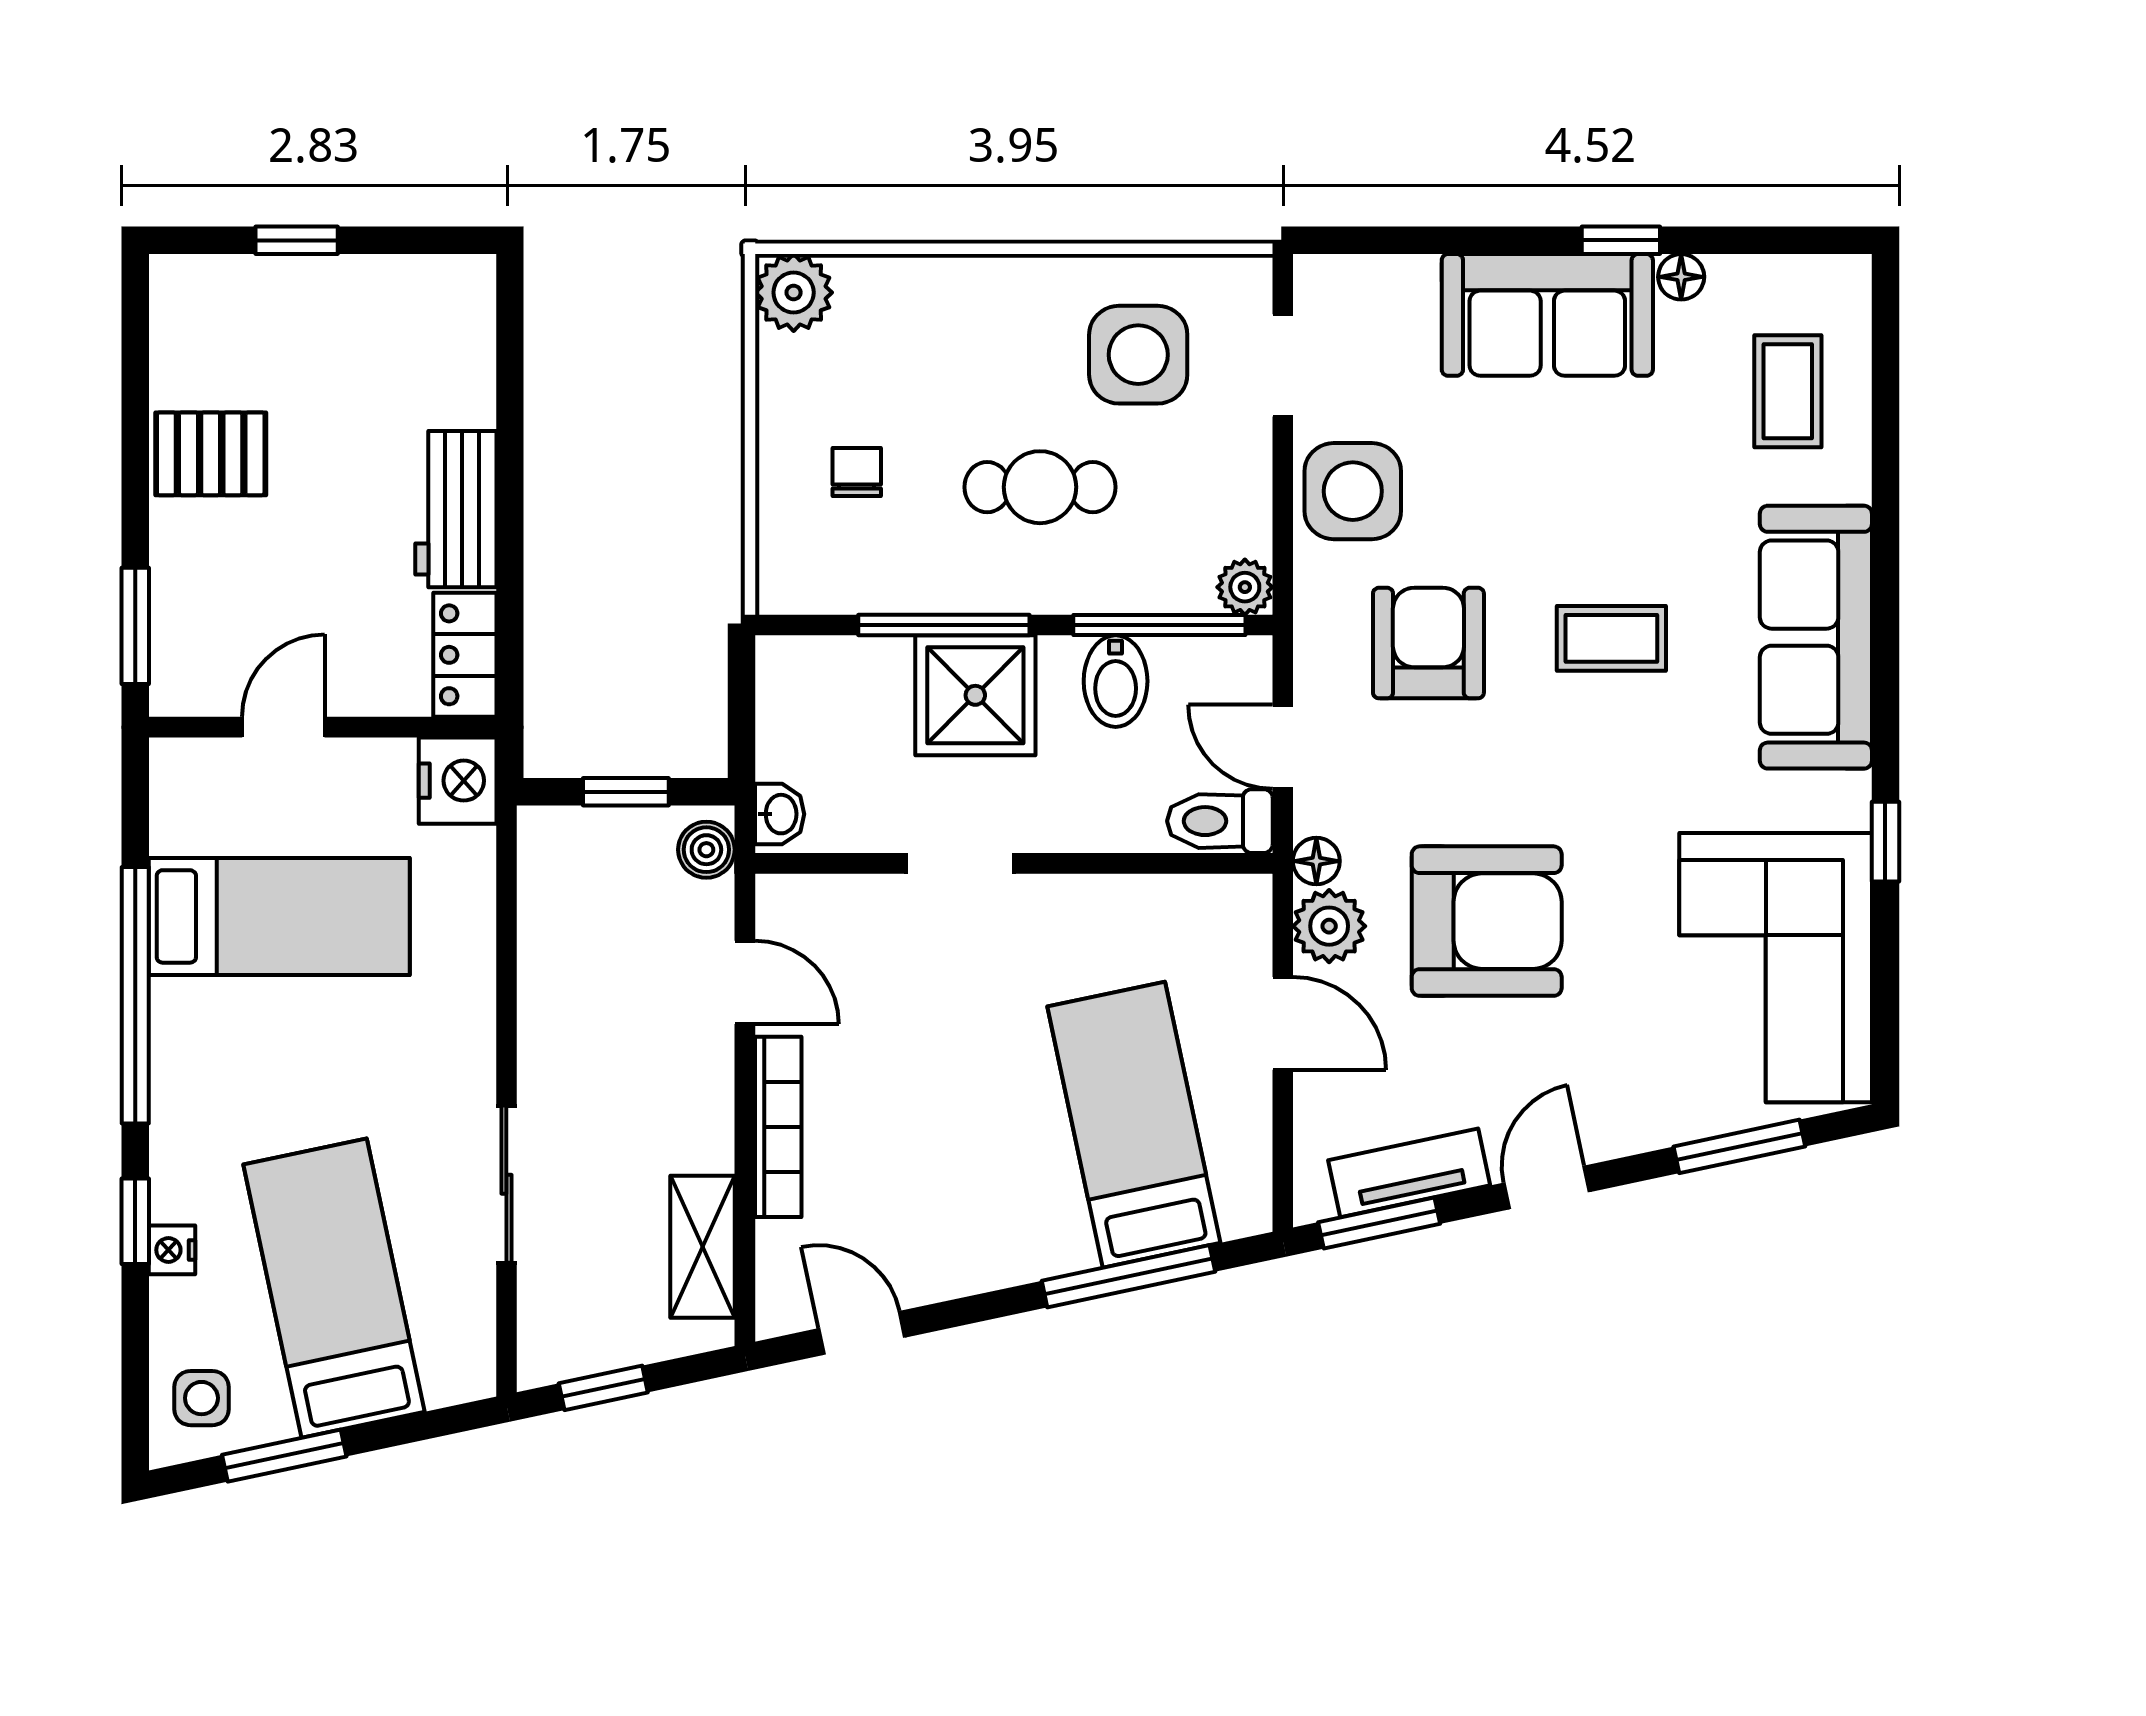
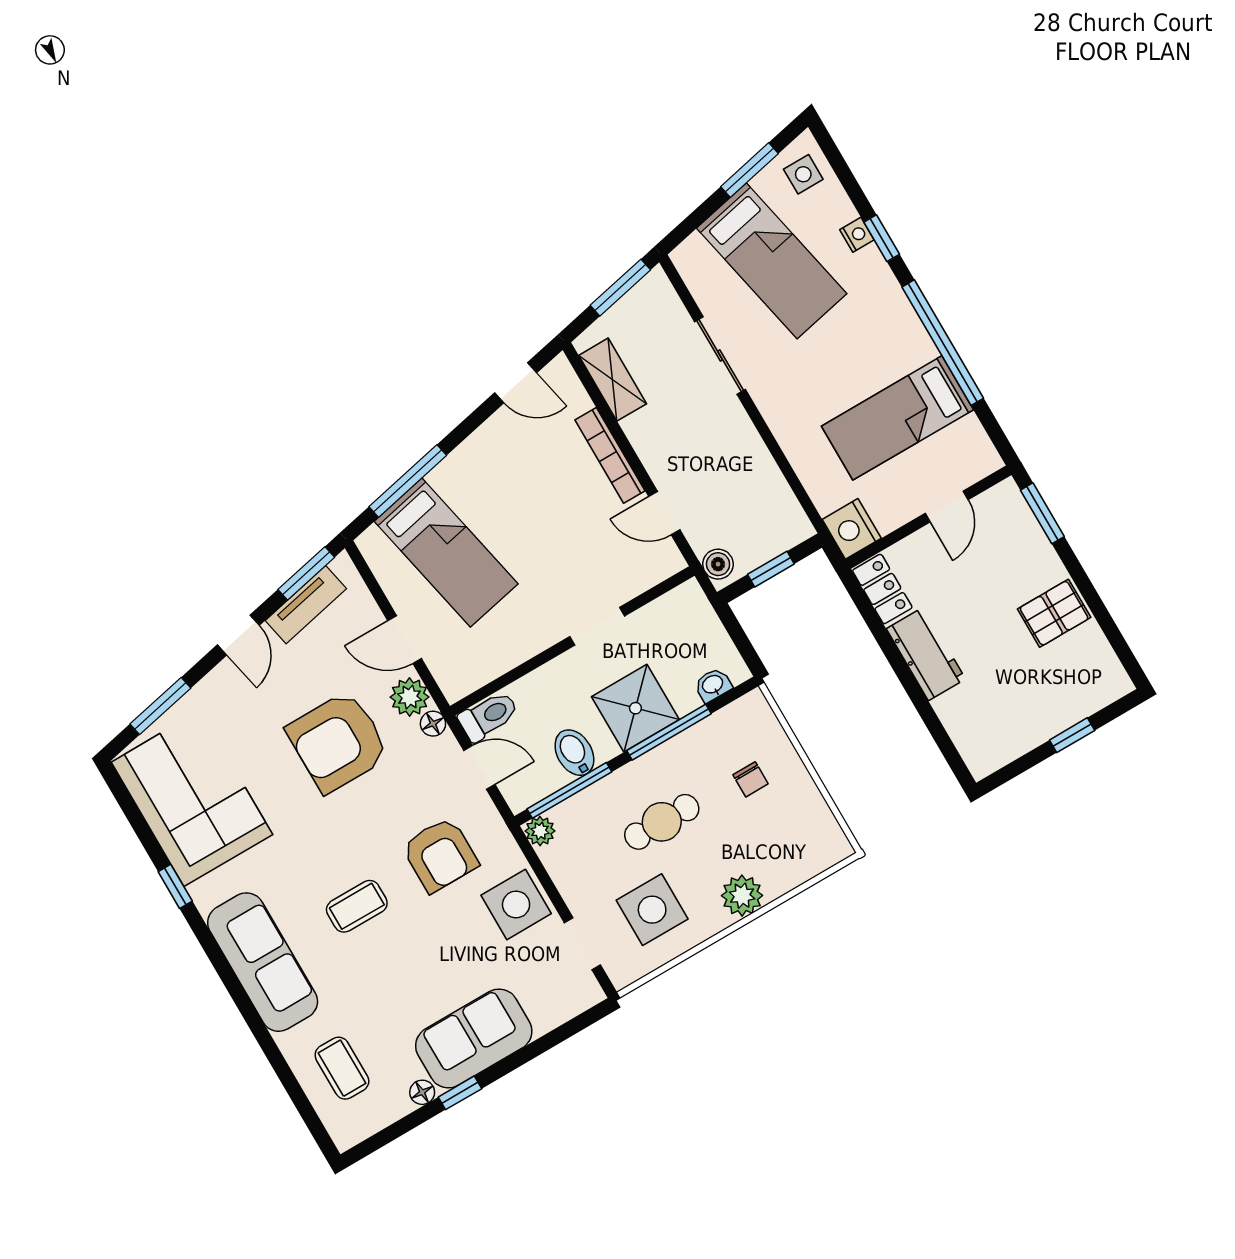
plant: (794, 292) -> (742, 896), moved
washbasin: (780, 814) -> (713, 685), moved, turned 90
window: (603, 1388) -> (620, 288), width x1.50

